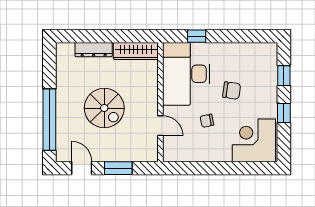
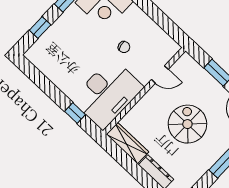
chair: (232, 91) -> (87, 52), removed
door: (160, 126) -> (160, 74), swing flipped

